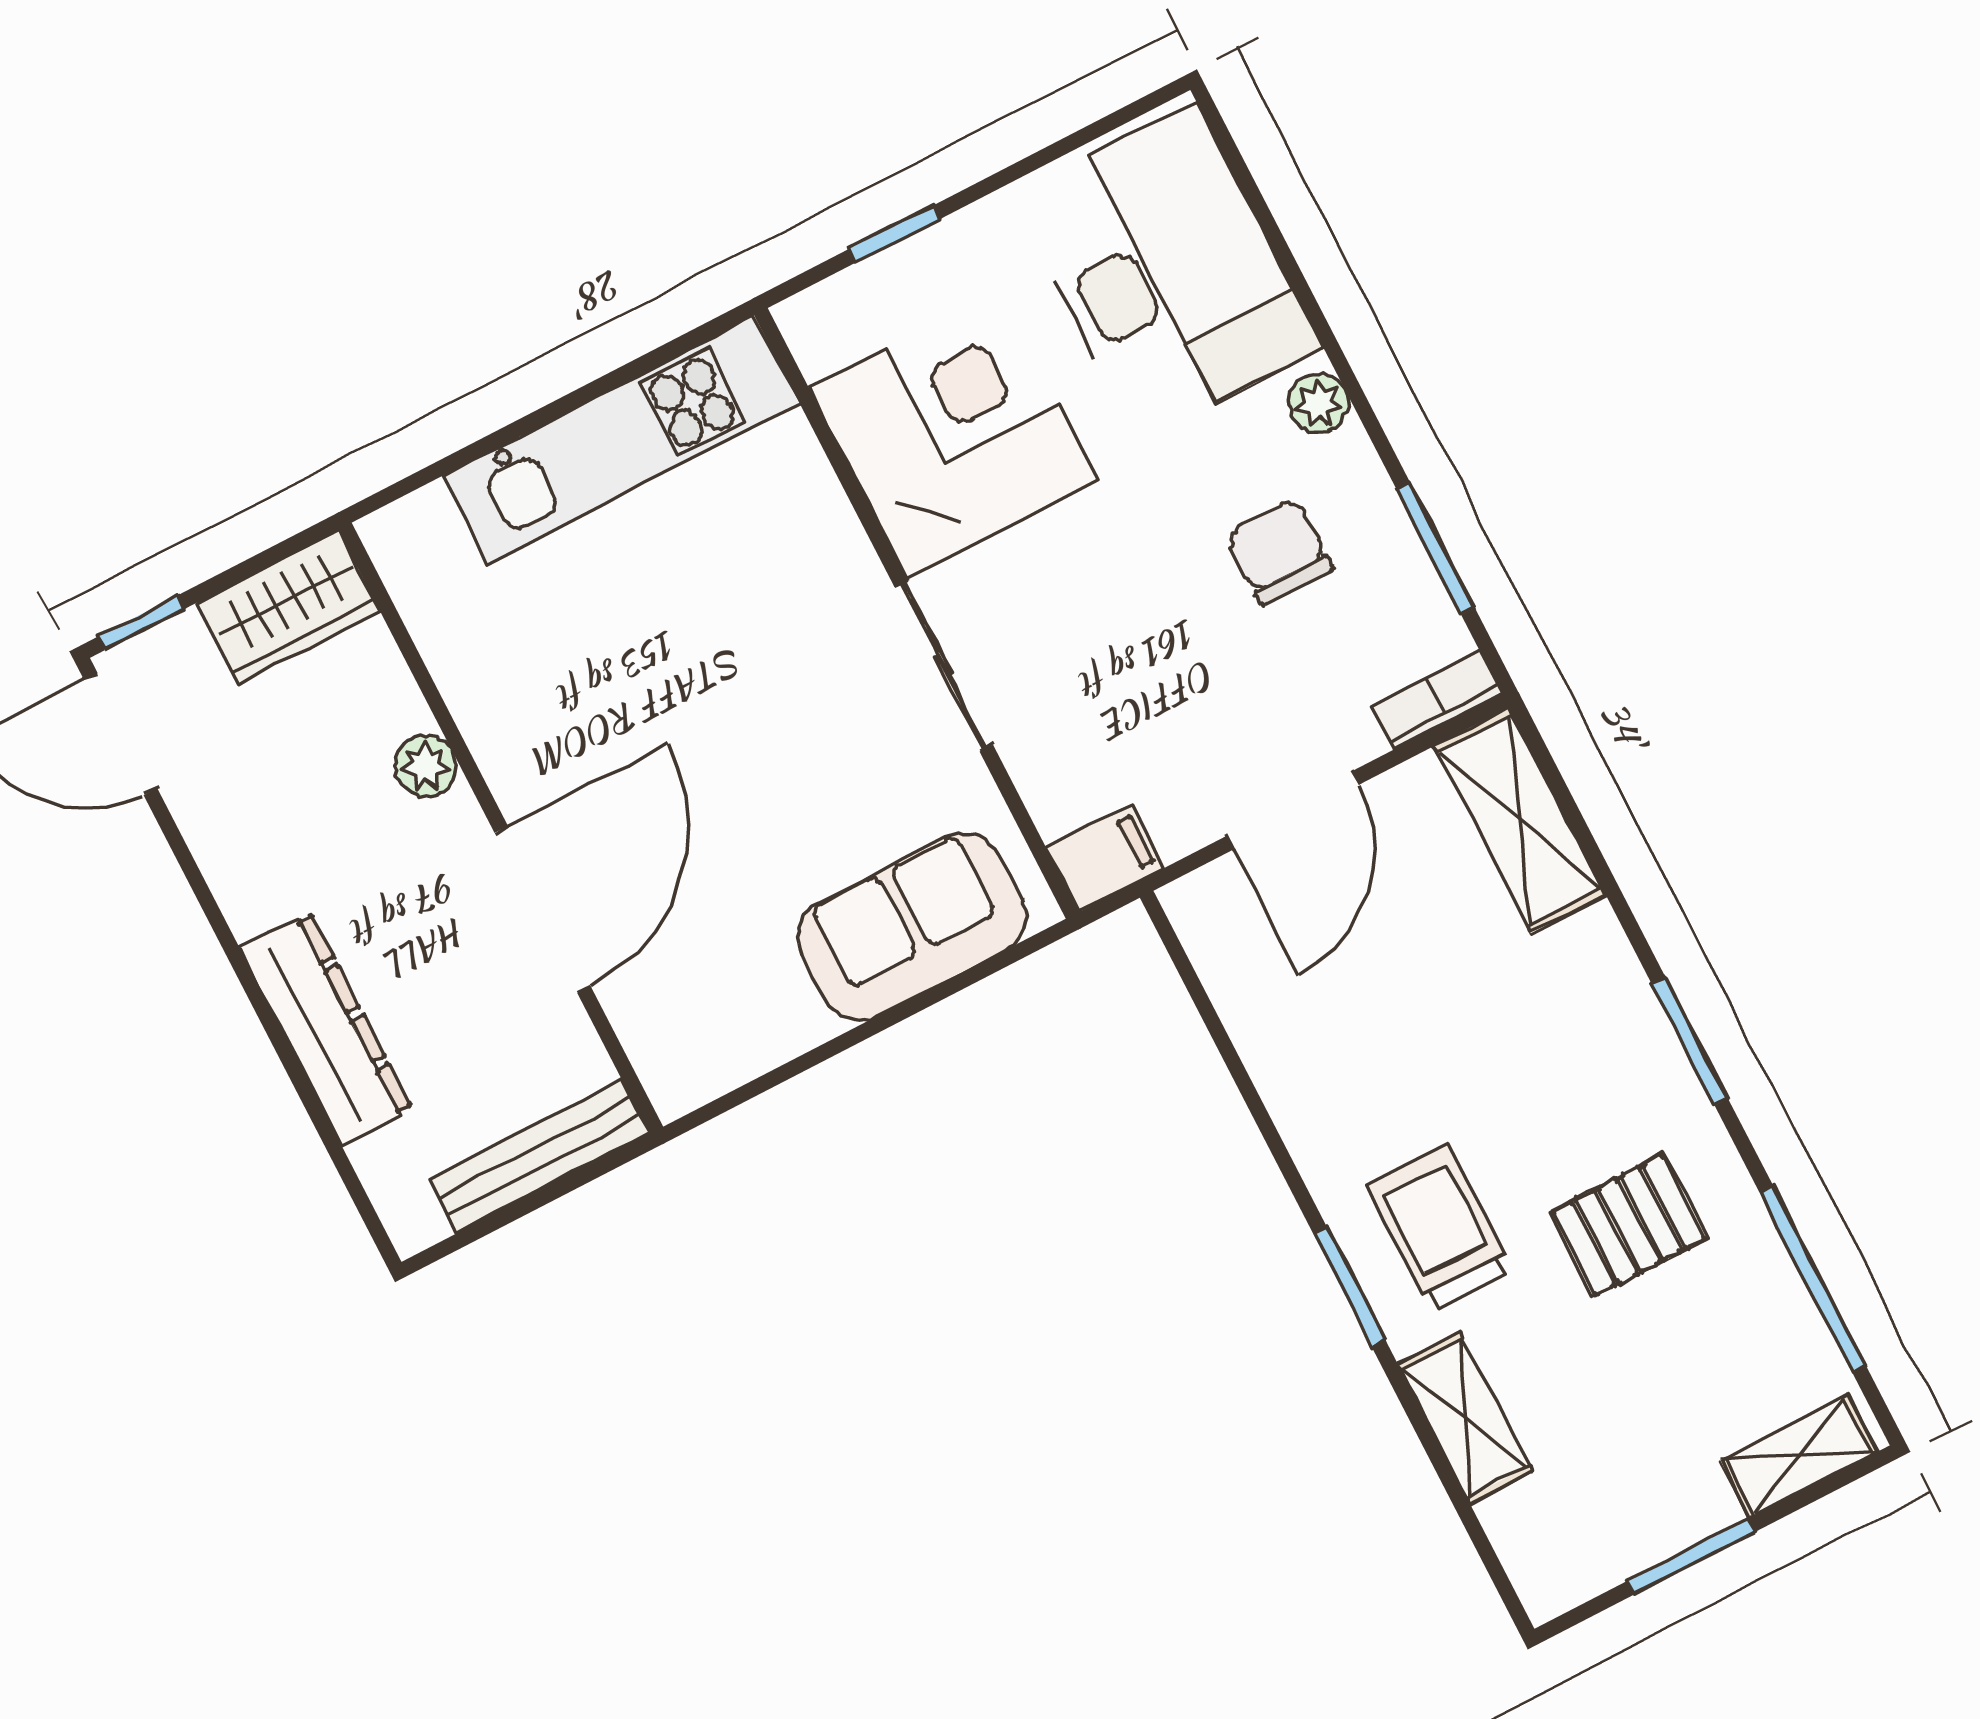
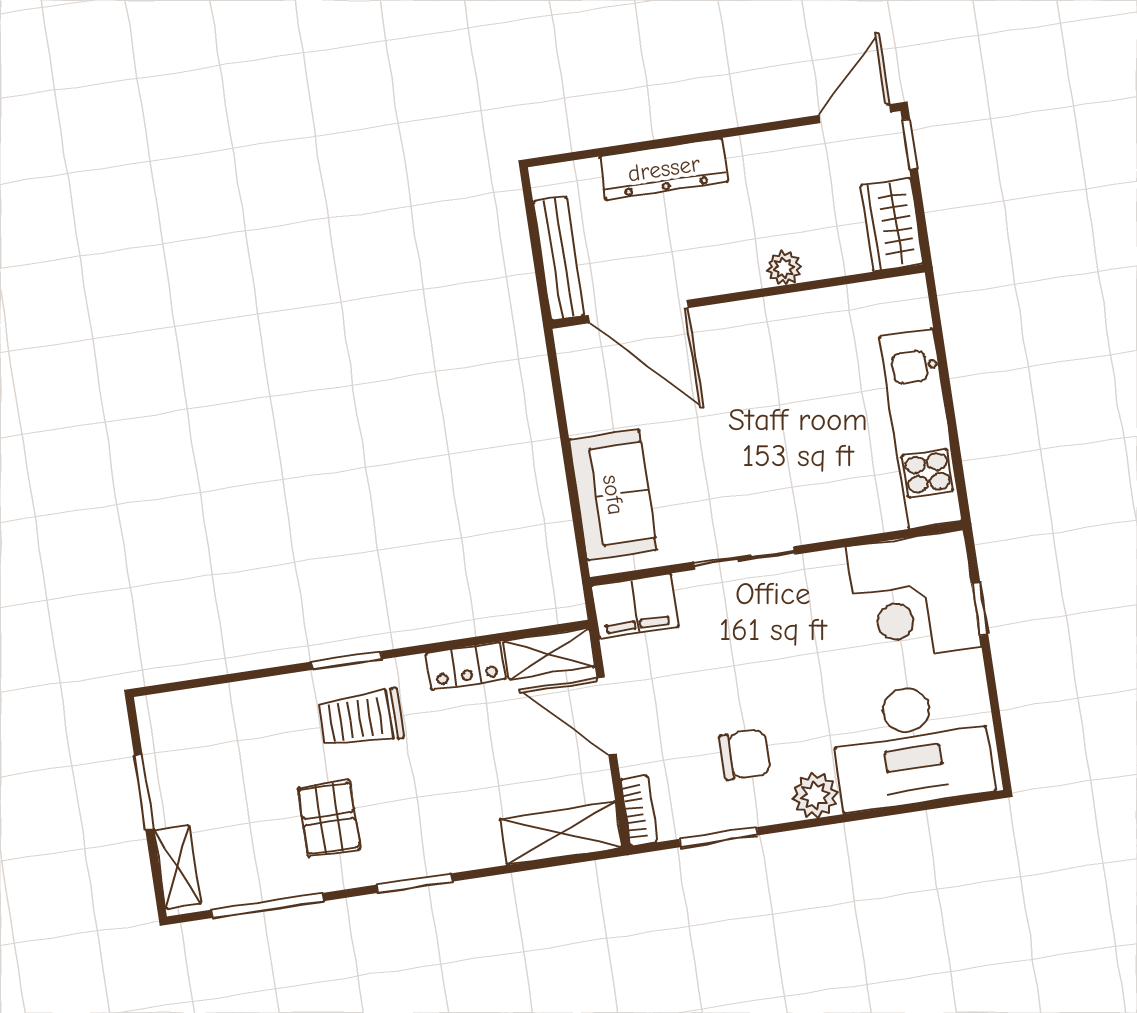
plant: (1319, 403) -> (815, 795), width x1.38, depth x1.38
corner desk: (954, 434) -> (914, 597), moved, turned 90
filing cabinet: (1106, 858) -> (635, 606), width x2.00
door: (543, 910) -> (638, 312), moved
locker: (1289, 1080) -> (466, 666), added
trolley: (1440, 1228) -> (361, 719), turned 180
shelving: (1465, 1418) -> (549, 654), moved

